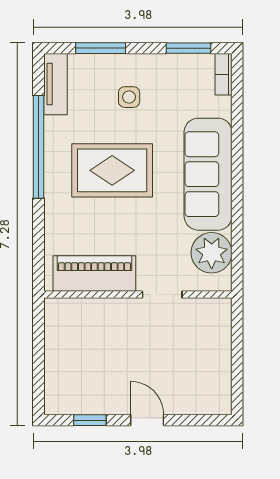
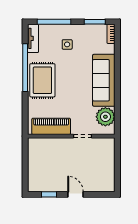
window: (101, 48) -> (54, 22), width x1.44
rug: (112, 170) -> (42, 80), moved, turned 90

